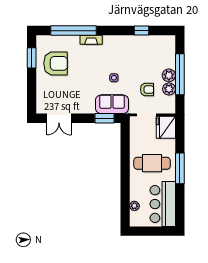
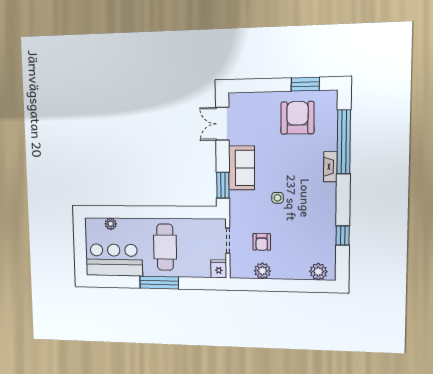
armchair: (56, 63) -> (297, 118), turned 180
window: (180, 74) -> (282, 285), removed
plant: (169, 75) -> (318, 272), moved
sofa: (112, 104) -> (242, 168), moved
fridge: (166, 127) -> (219, 269), width x0.53, depth x0.75

